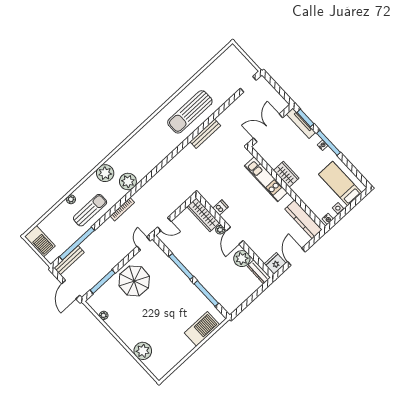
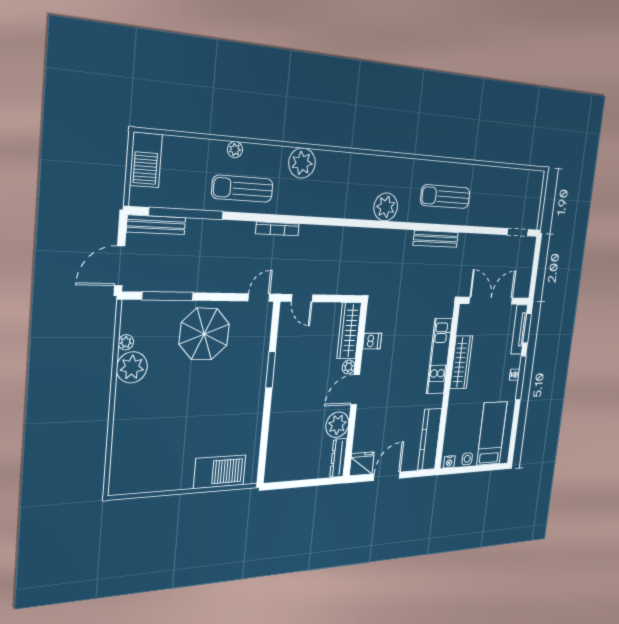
sun lounger: (190, 112) -> (445, 197), width x0.73, depth x0.75
wardrobe: (286, 174) -> (461, 362), width x1.50
plant: (128, 182) -> (386, 207), moved
sun lounger: (90, 210) -> (242, 189), turned 180
window: (181, 267) -> (271, 370), width x0.69
window: (206, 294) -> (265, 431), removed
plant: (143, 351) -> (132, 367), moved

